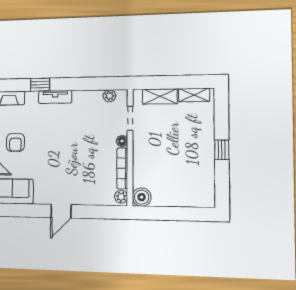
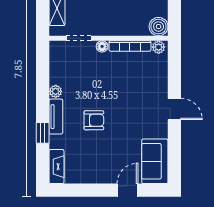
plant: (109, 96) -> (56, 91), moved
armchair: (15, 142) -> (94, 120), moved

